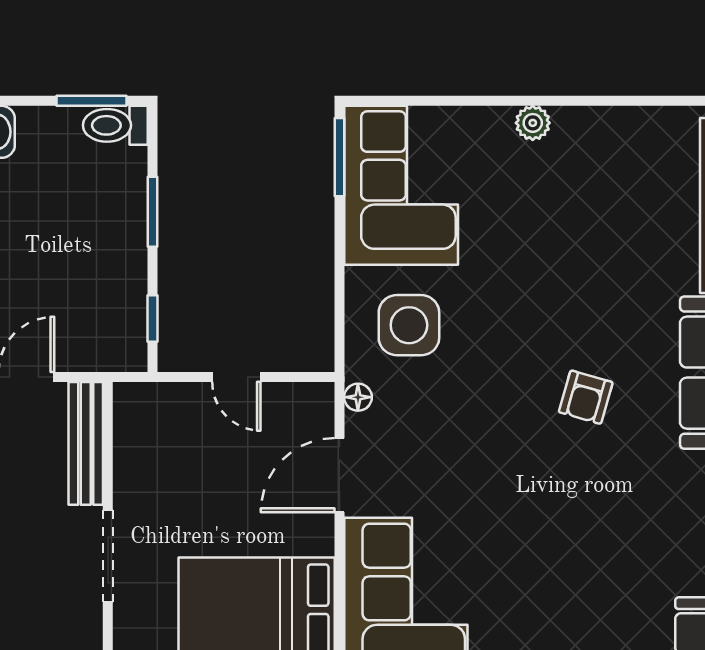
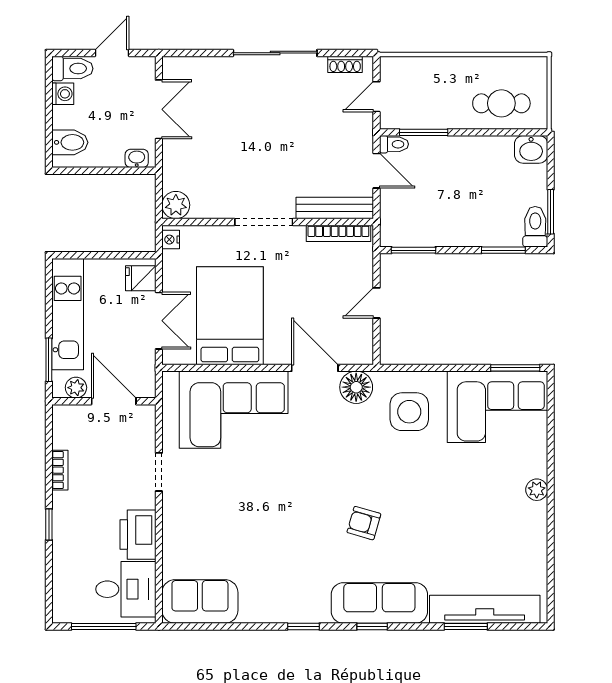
window: (153, 212) -> (503, 250), moved
window: (153, 319) -> (413, 250), width x1.50
floor lamp: (358, 397) -> (356, 387), width x1.89, depth x1.89
bookcase: (126, 438) -> (338, 233), added

